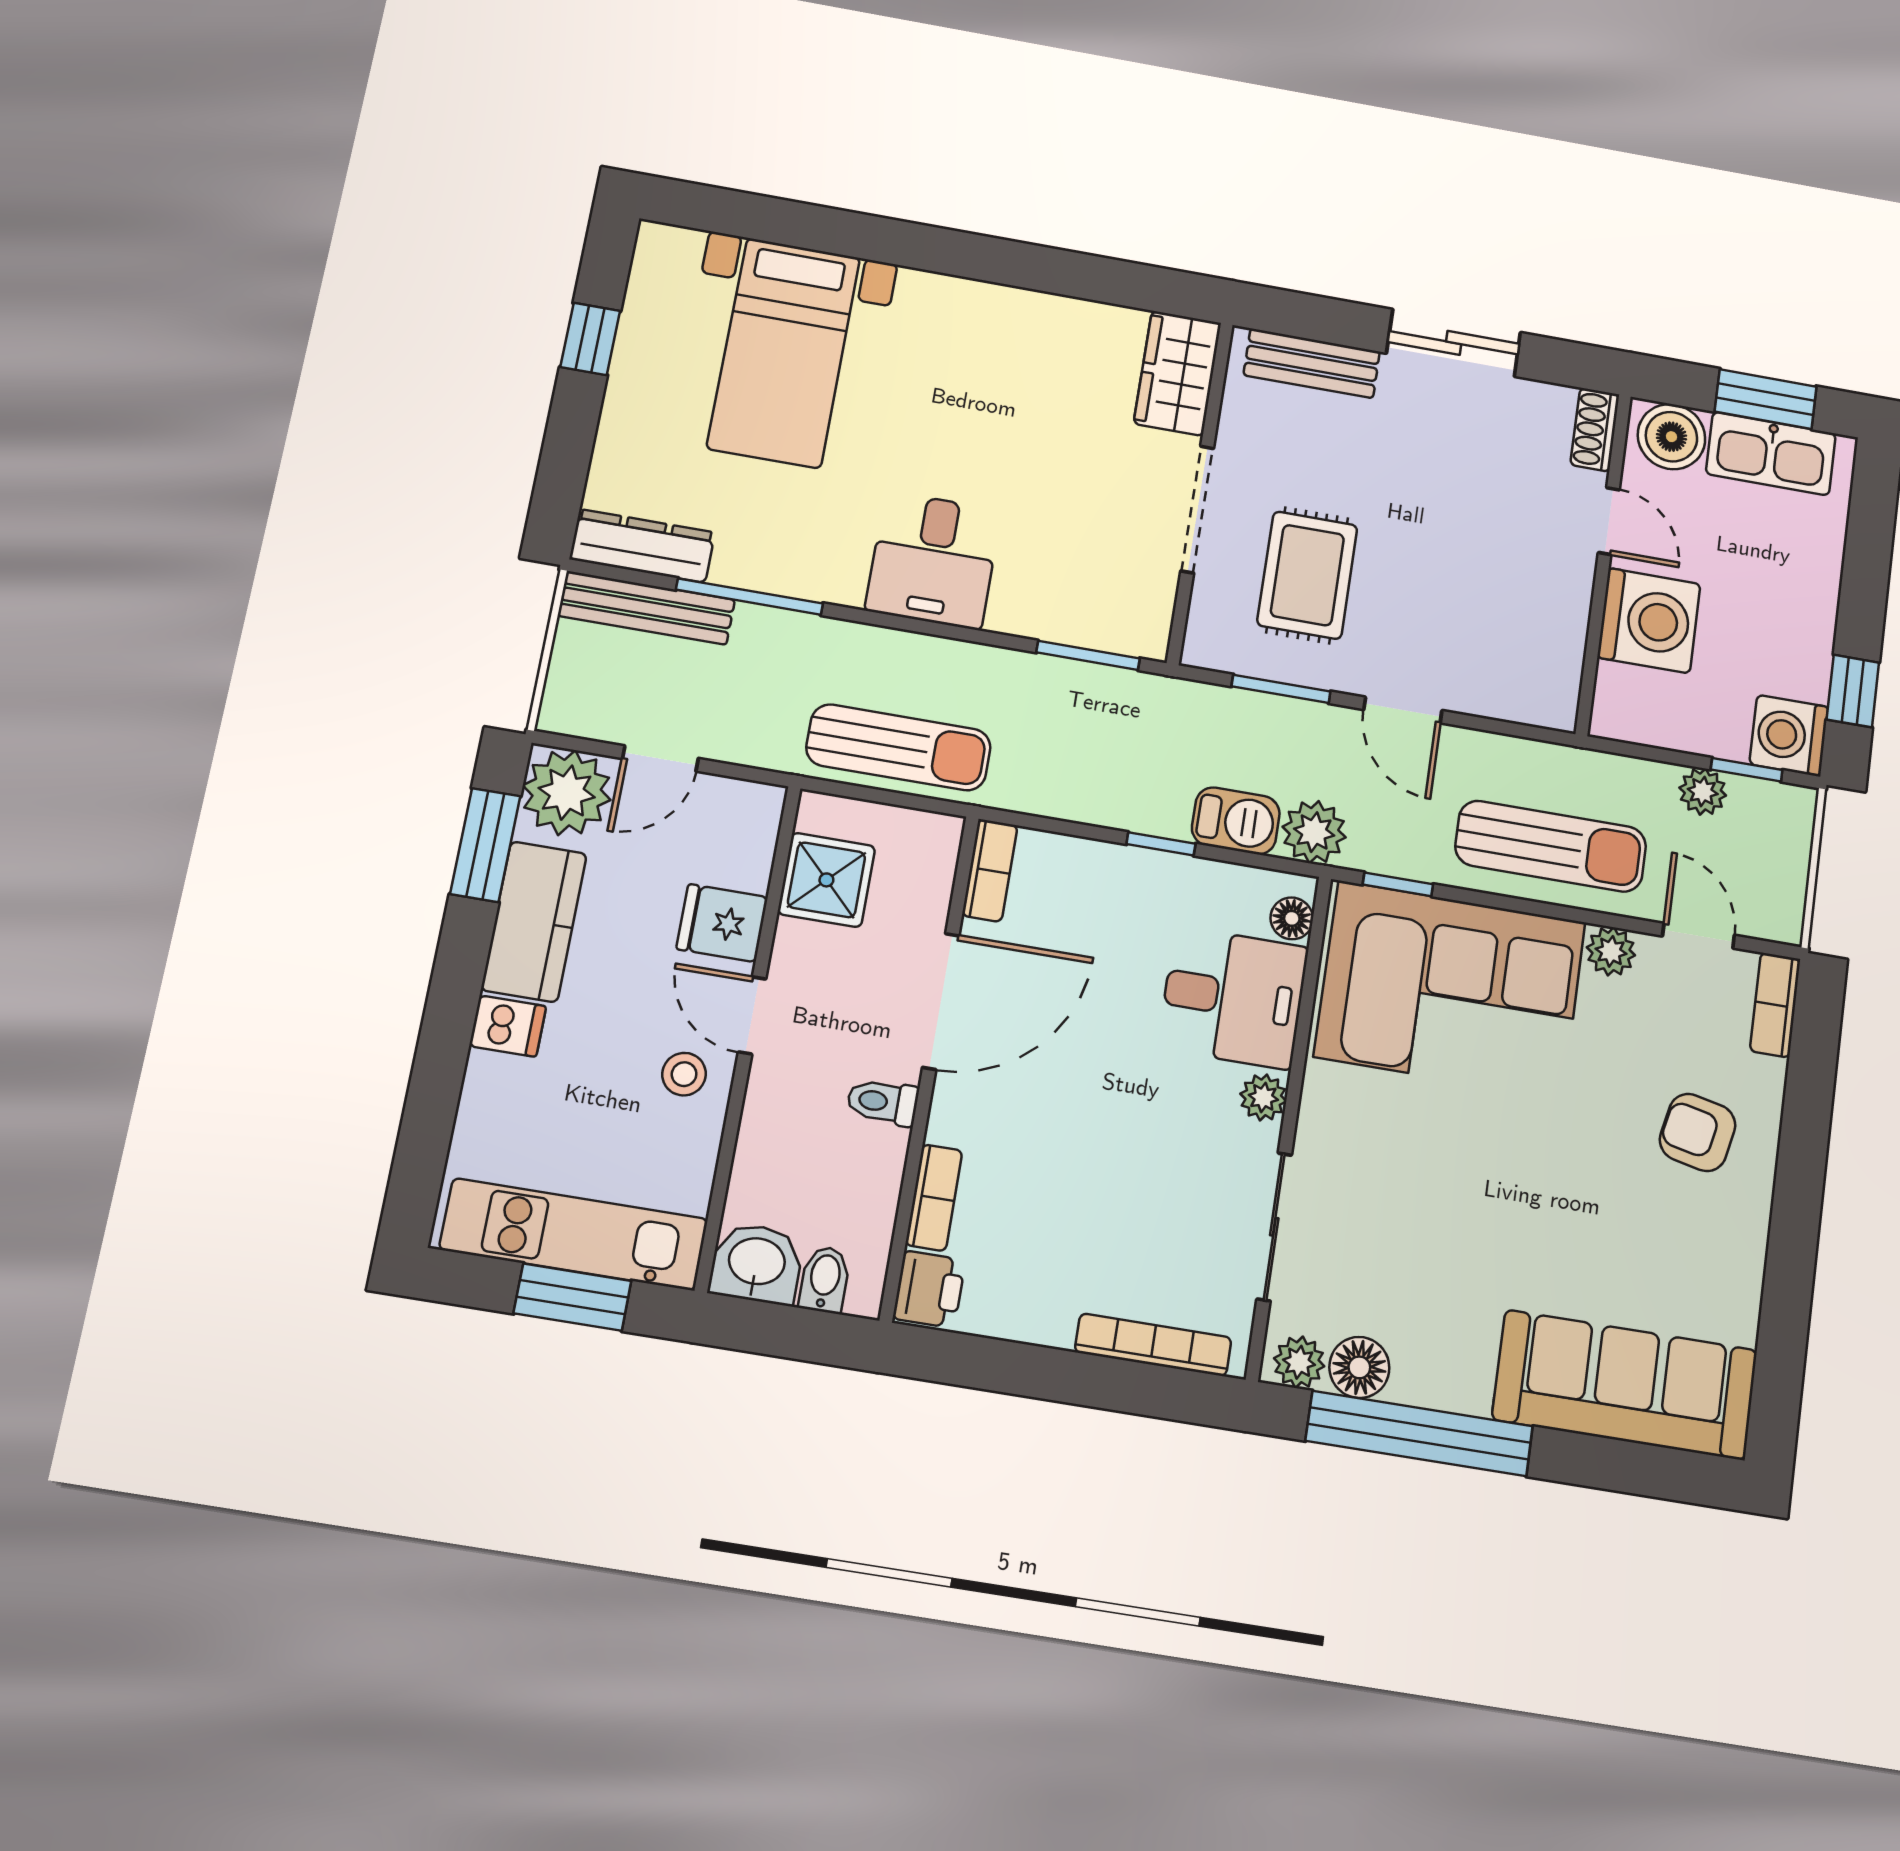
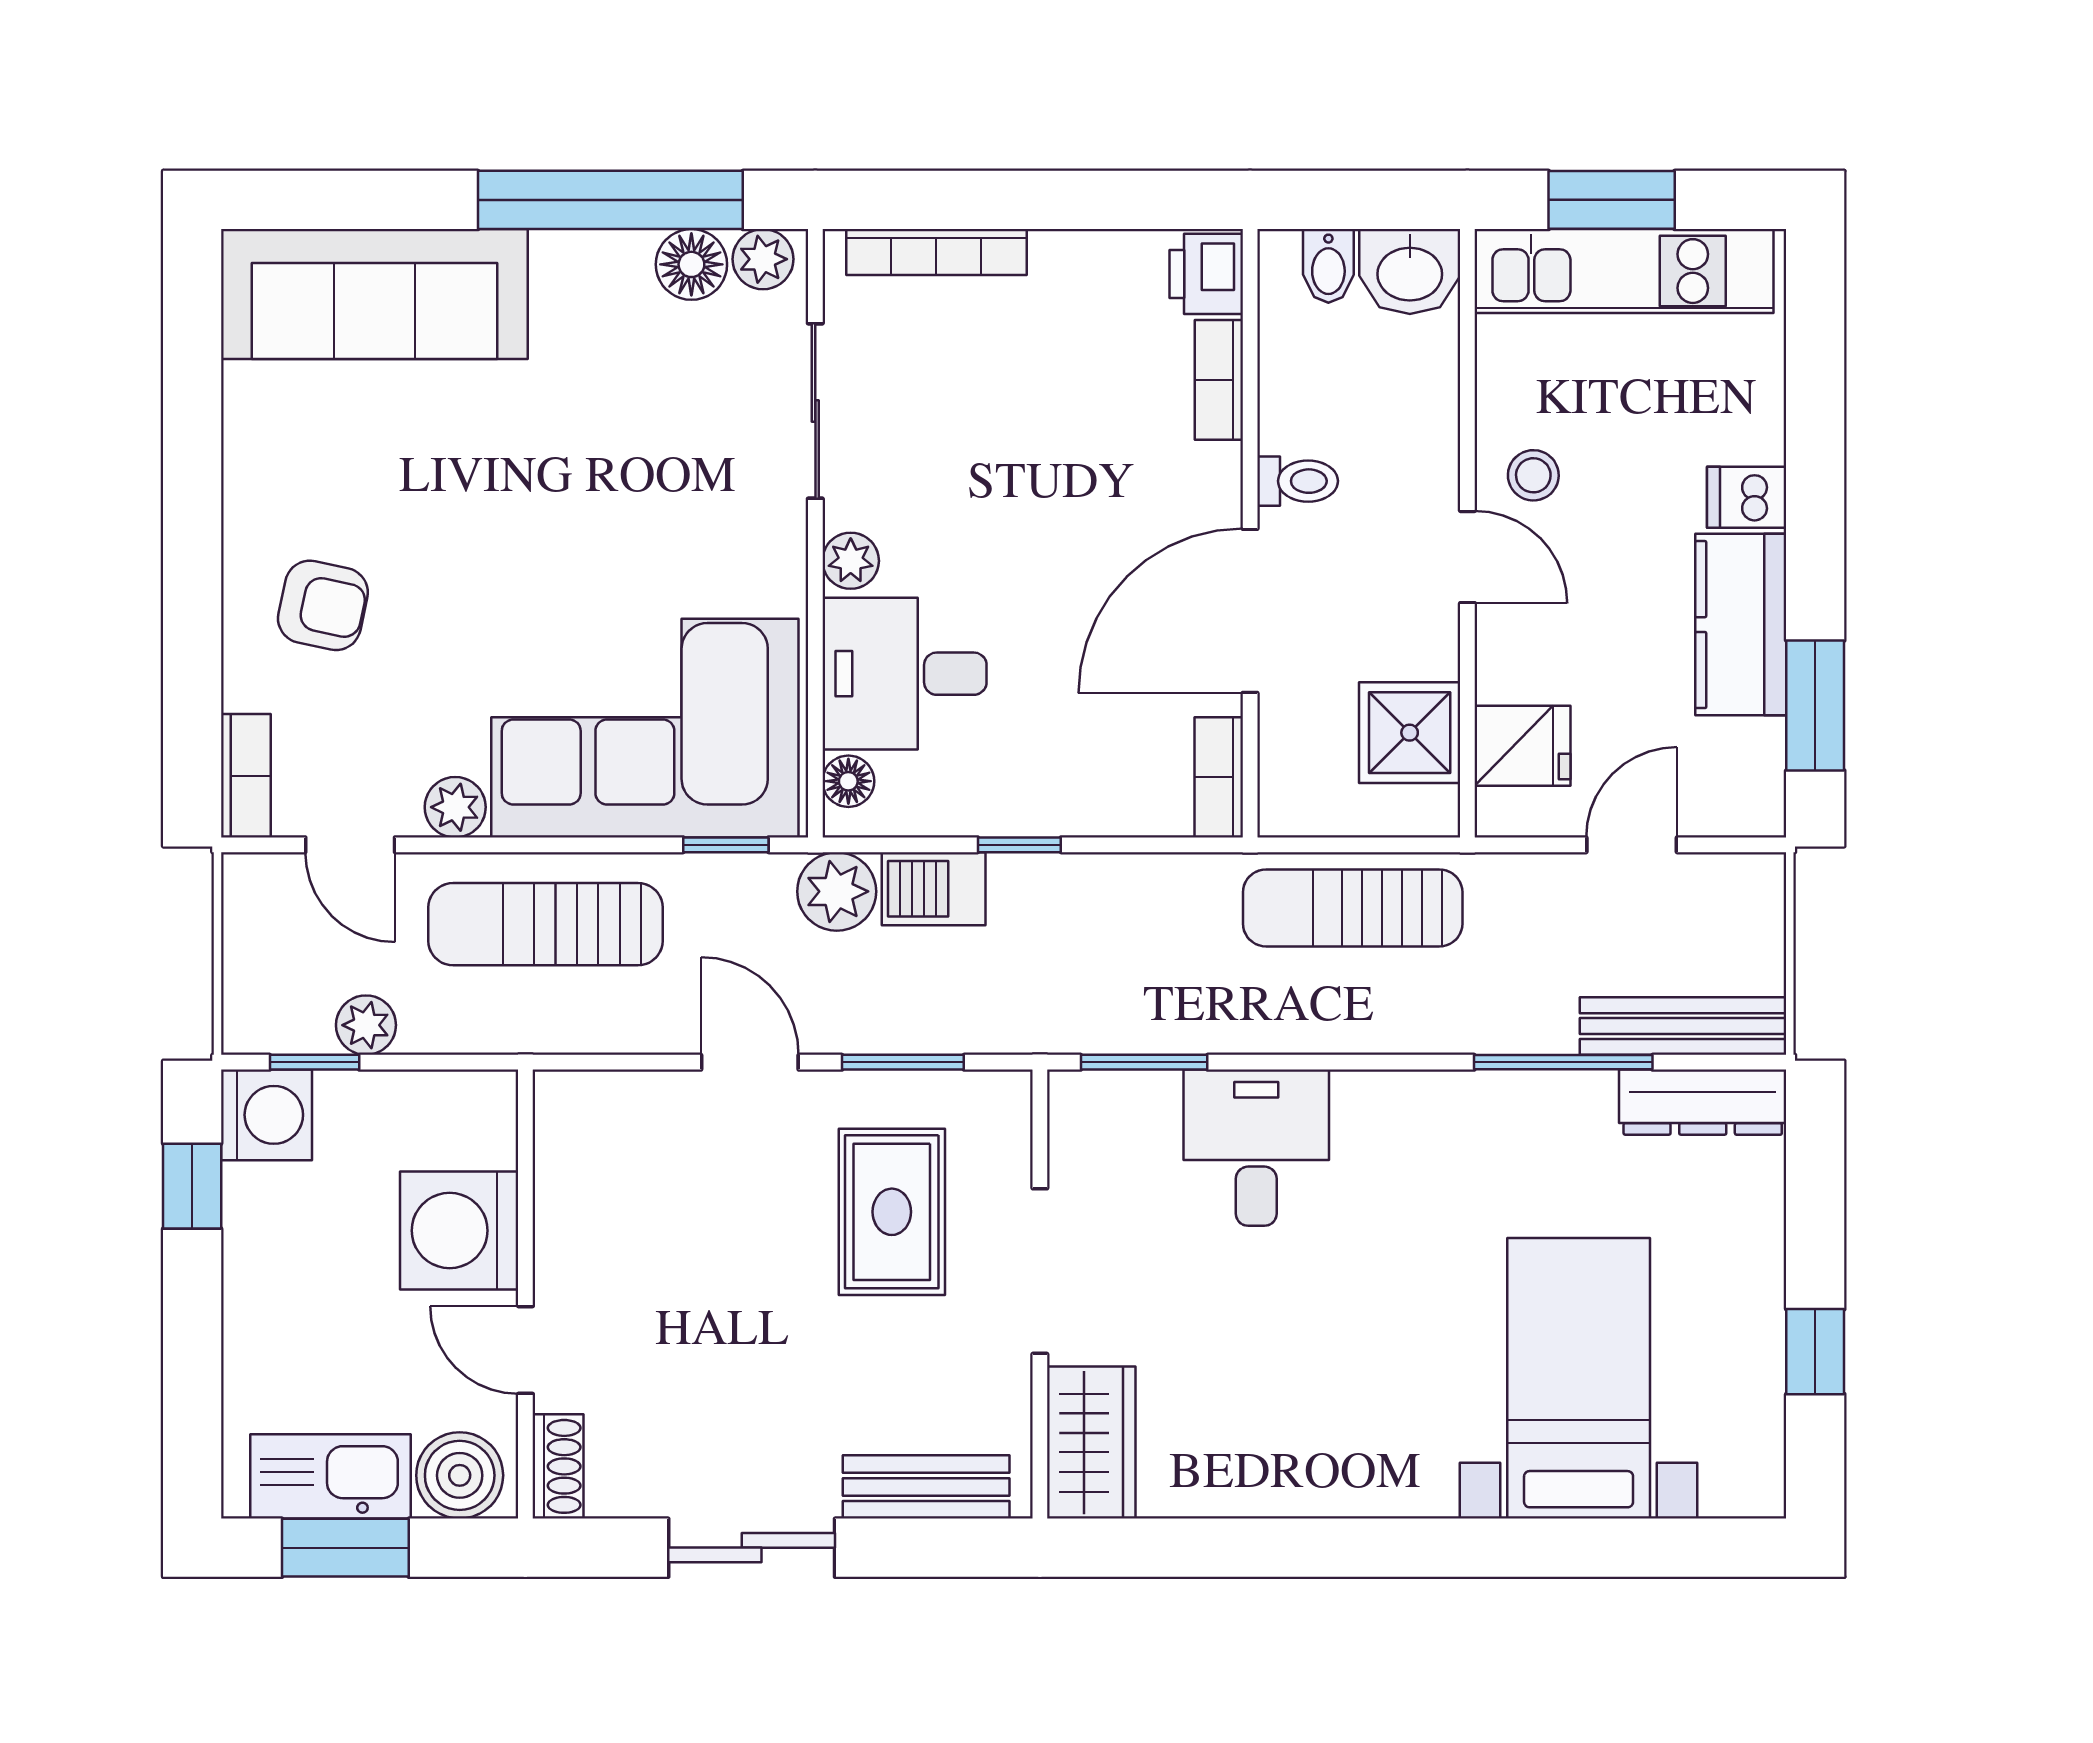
desk: (933, 560) -> (1256, 1148), moved
plant: (567, 793) -> (1733, 785), removed
fridge: (722, 923) -> (1522, 746), moved

